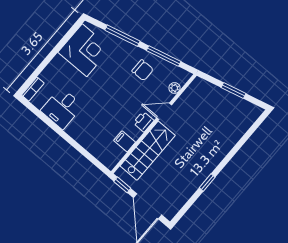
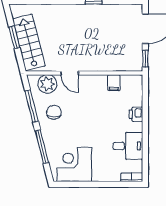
plant: (174, 88) -> (47, 84), width x1.87, depth x1.87
printer: (144, 122) -> (136, 114), moved, turned 90
stairs: (148, 151) -> (29, 42), moved, turned 76

